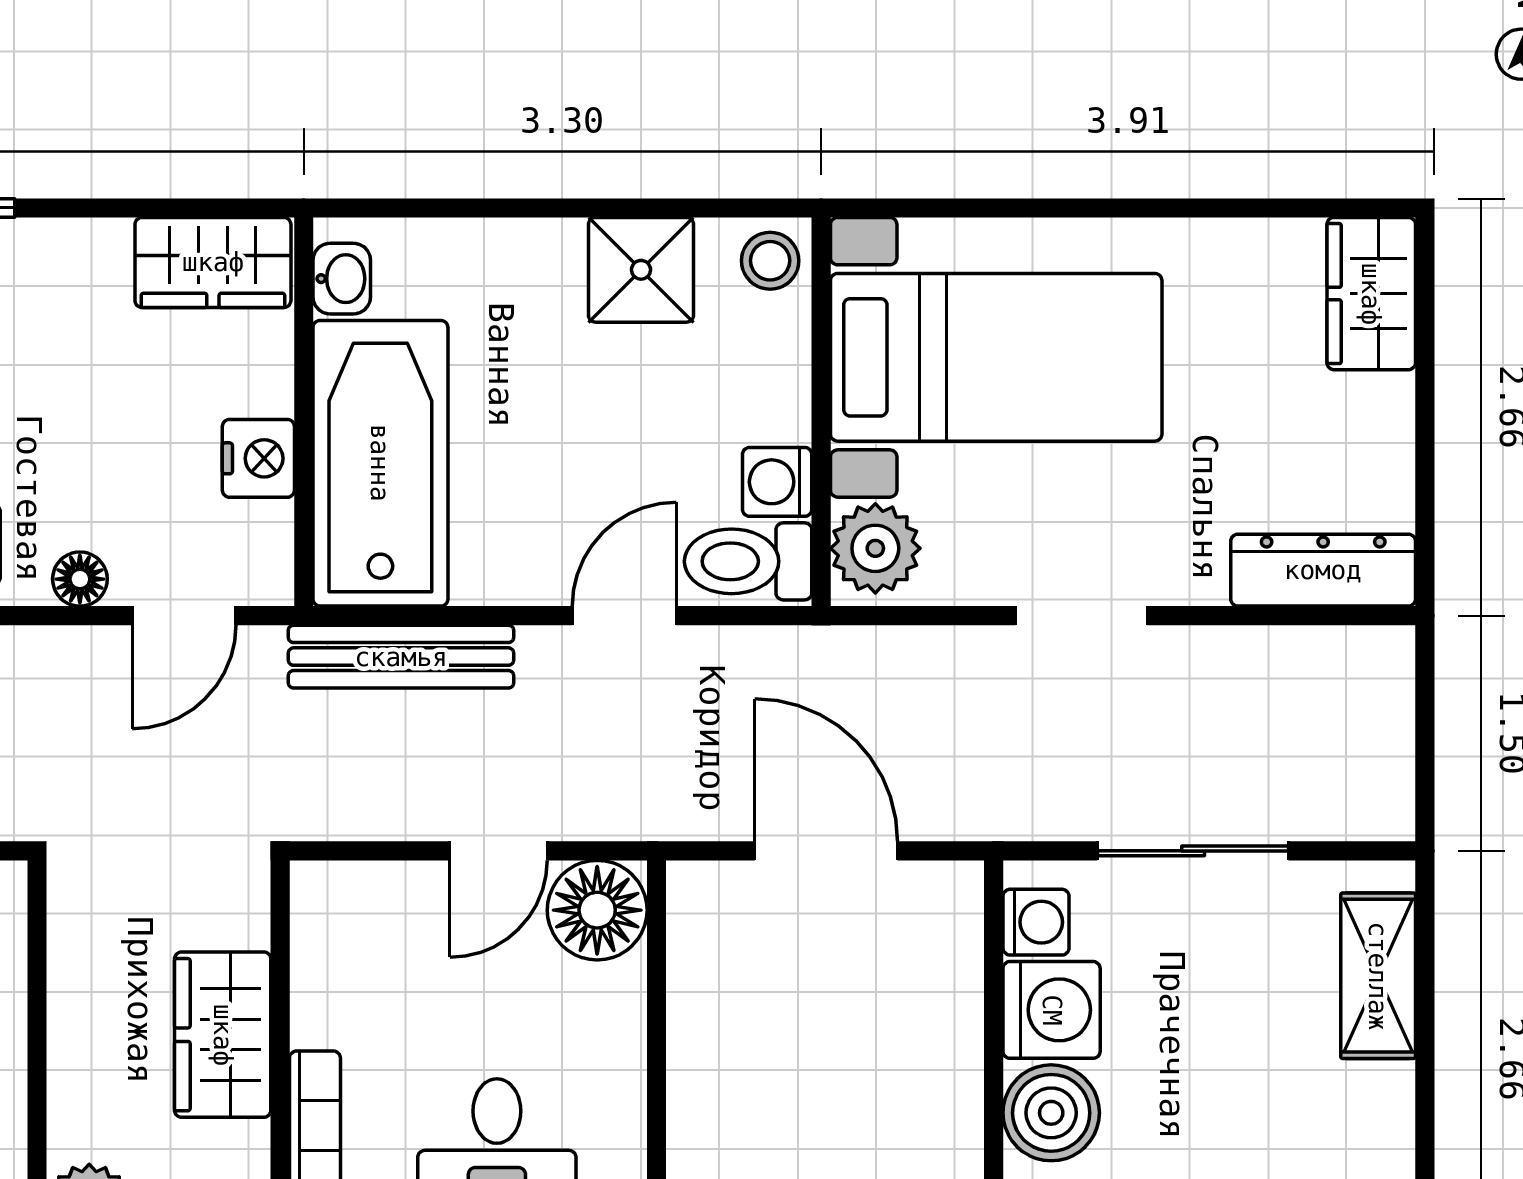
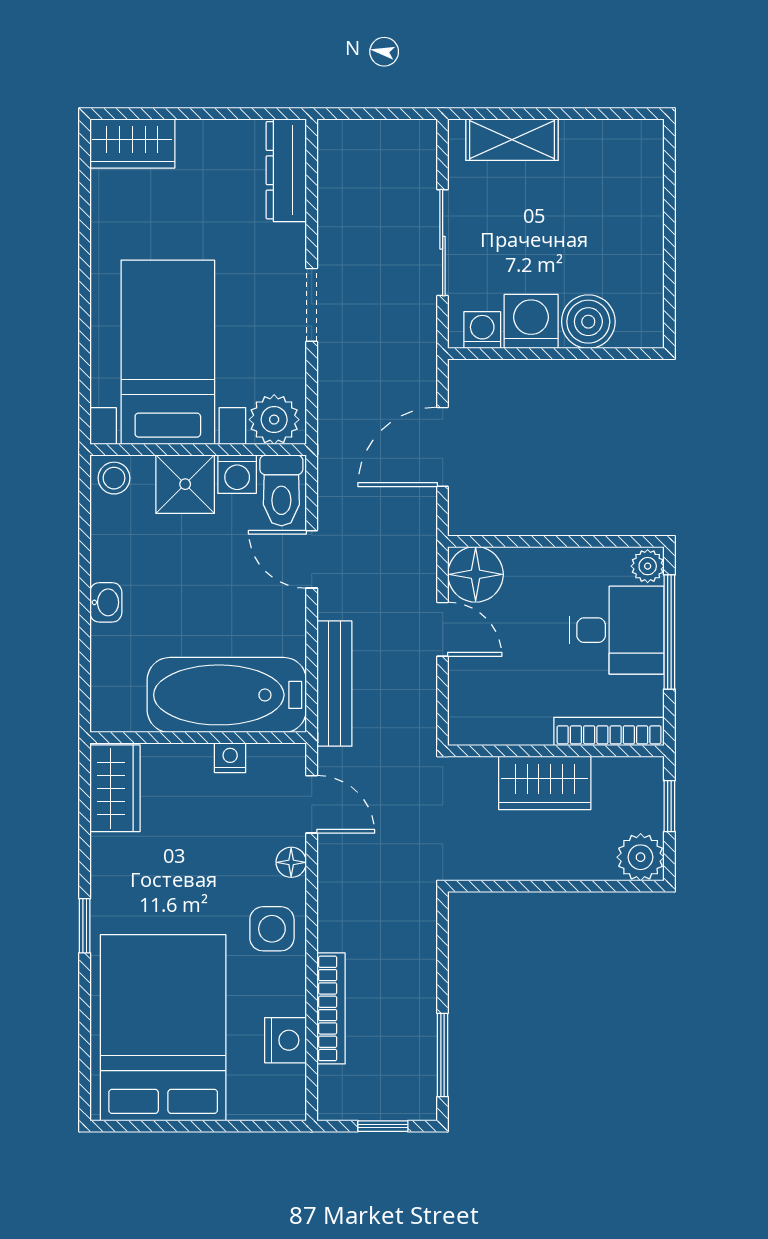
shower: (641, 270) -> (185, 484), moved
washbasin: (342, 279) -> (106, 602), moved, turned 90
nightstand: (258, 458) -> (230, 758), width x0.72, depth x0.74

